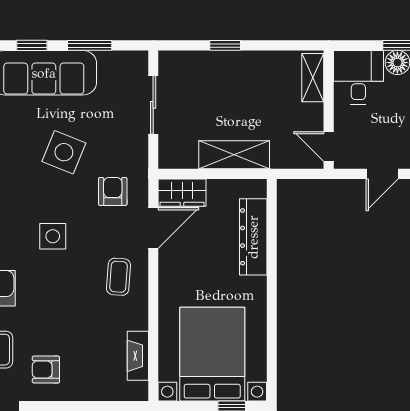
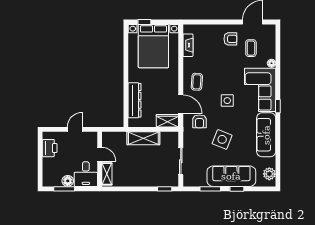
window: (225, 45) -> (165, 189), moved
door: (329, 146) -> (100, 154), moved
door: (153, 228) -> (181, 104), swing flipped

